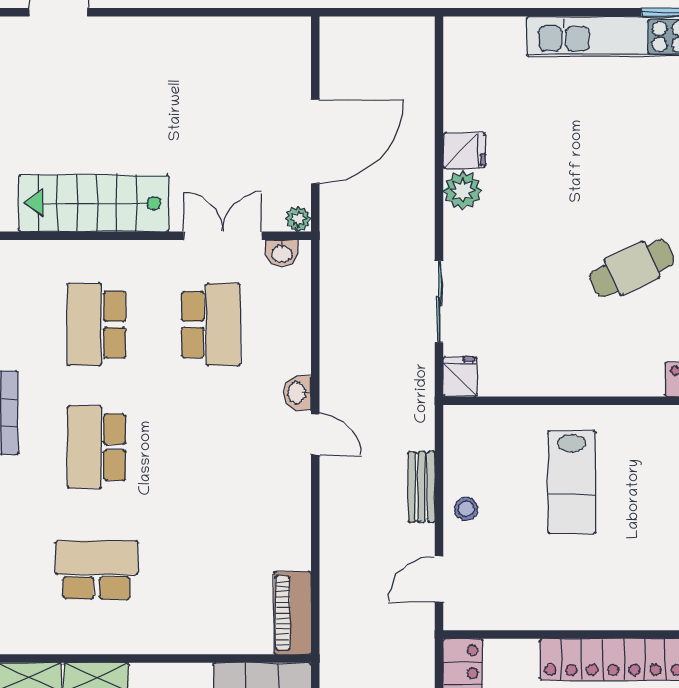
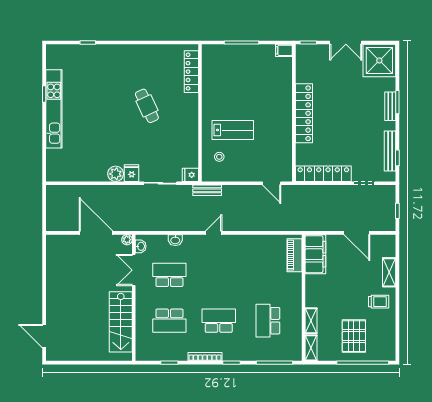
fridge: (464, 150) -> (132, 173), moved
washbasin: (297, 393) -> (175, 240), moved
school desk: (97, 447) -> (219, 321), turned 180
bench: (421, 487) -> (207, 190), moved
stool: (466, 509) -> (219, 157), moved
piano: (293, 613) -> (294, 255), moved, turned 90

